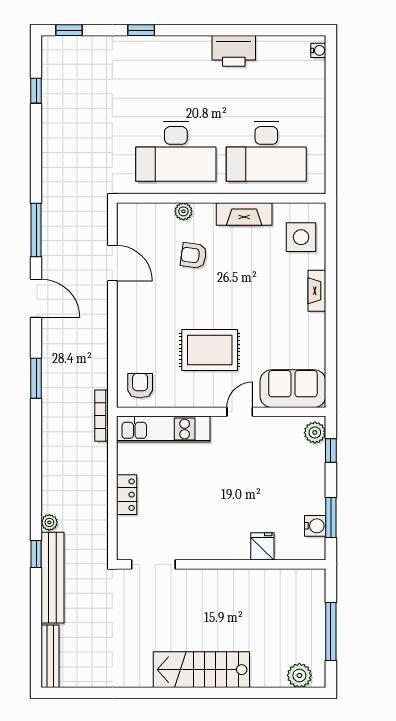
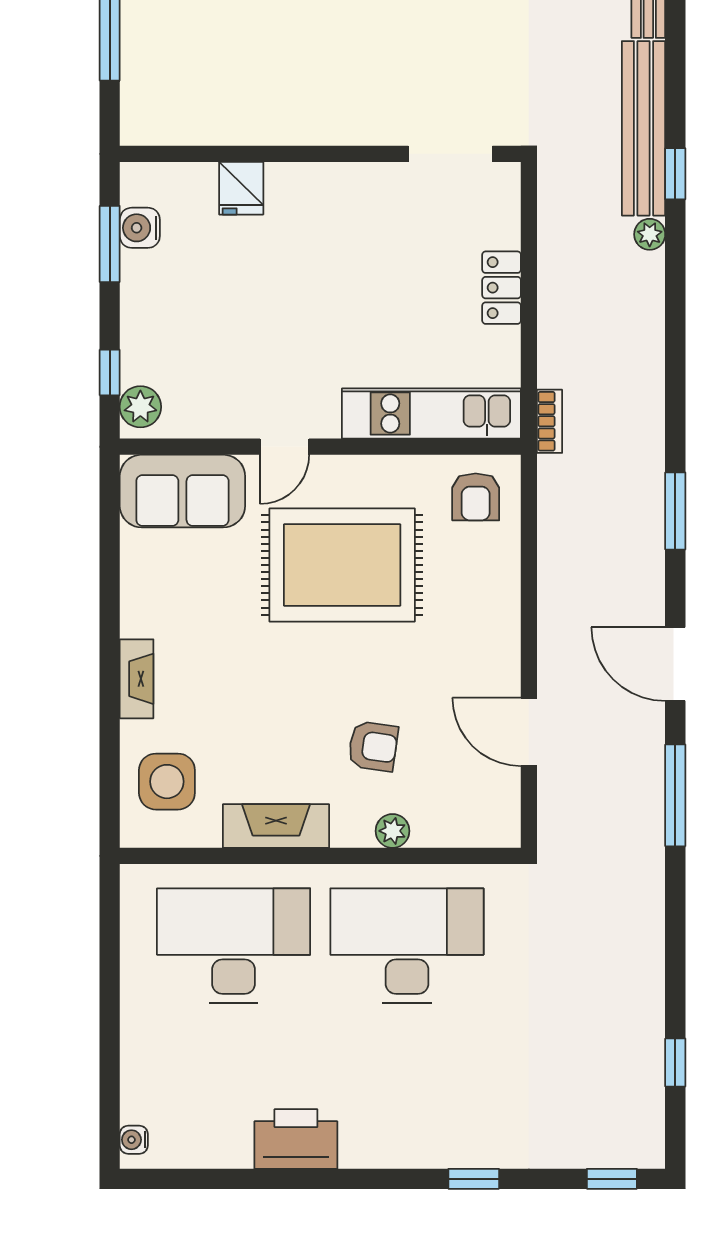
rug: (210, 350) -> (342, 565), width x1.37, depth x1.44
bookcase: (102, 416) -> (550, 421), width x0.64

